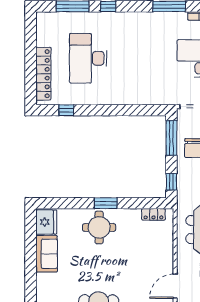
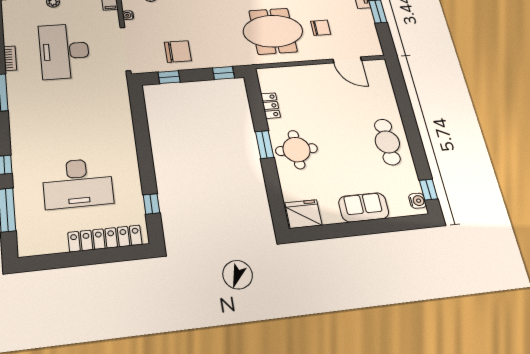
window: (171, 138) -> (169, 77), width x0.46
locker: (153, 214) -> (271, 106), moved
sofa: (47, 254) -> (364, 207), moved

